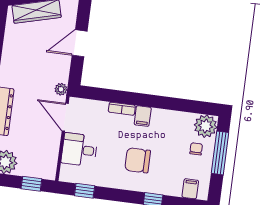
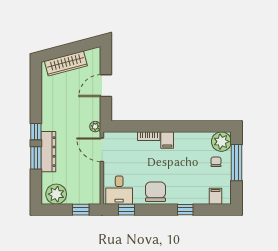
desk: (79, 150) -> (119, 190), moved, turned -90
chair: (138, 160) -> (156, 192), moved, turned 90

